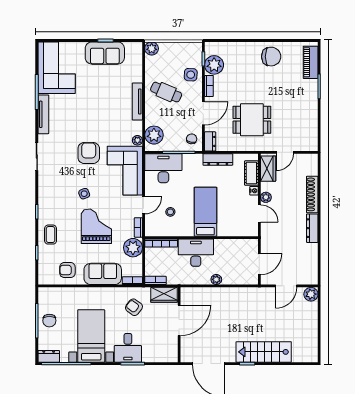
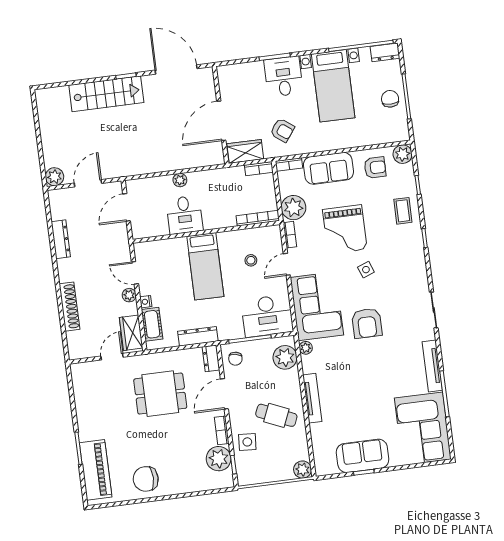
piano: (311, 62) -> (96, 470), width x1.37, depth x1.33
dresser: (312, 228) -> (61, 239), moved
desk: (196, 253) -> (185, 215), moved, width x0.73
plant: (45, 277) -> (403, 154), added

